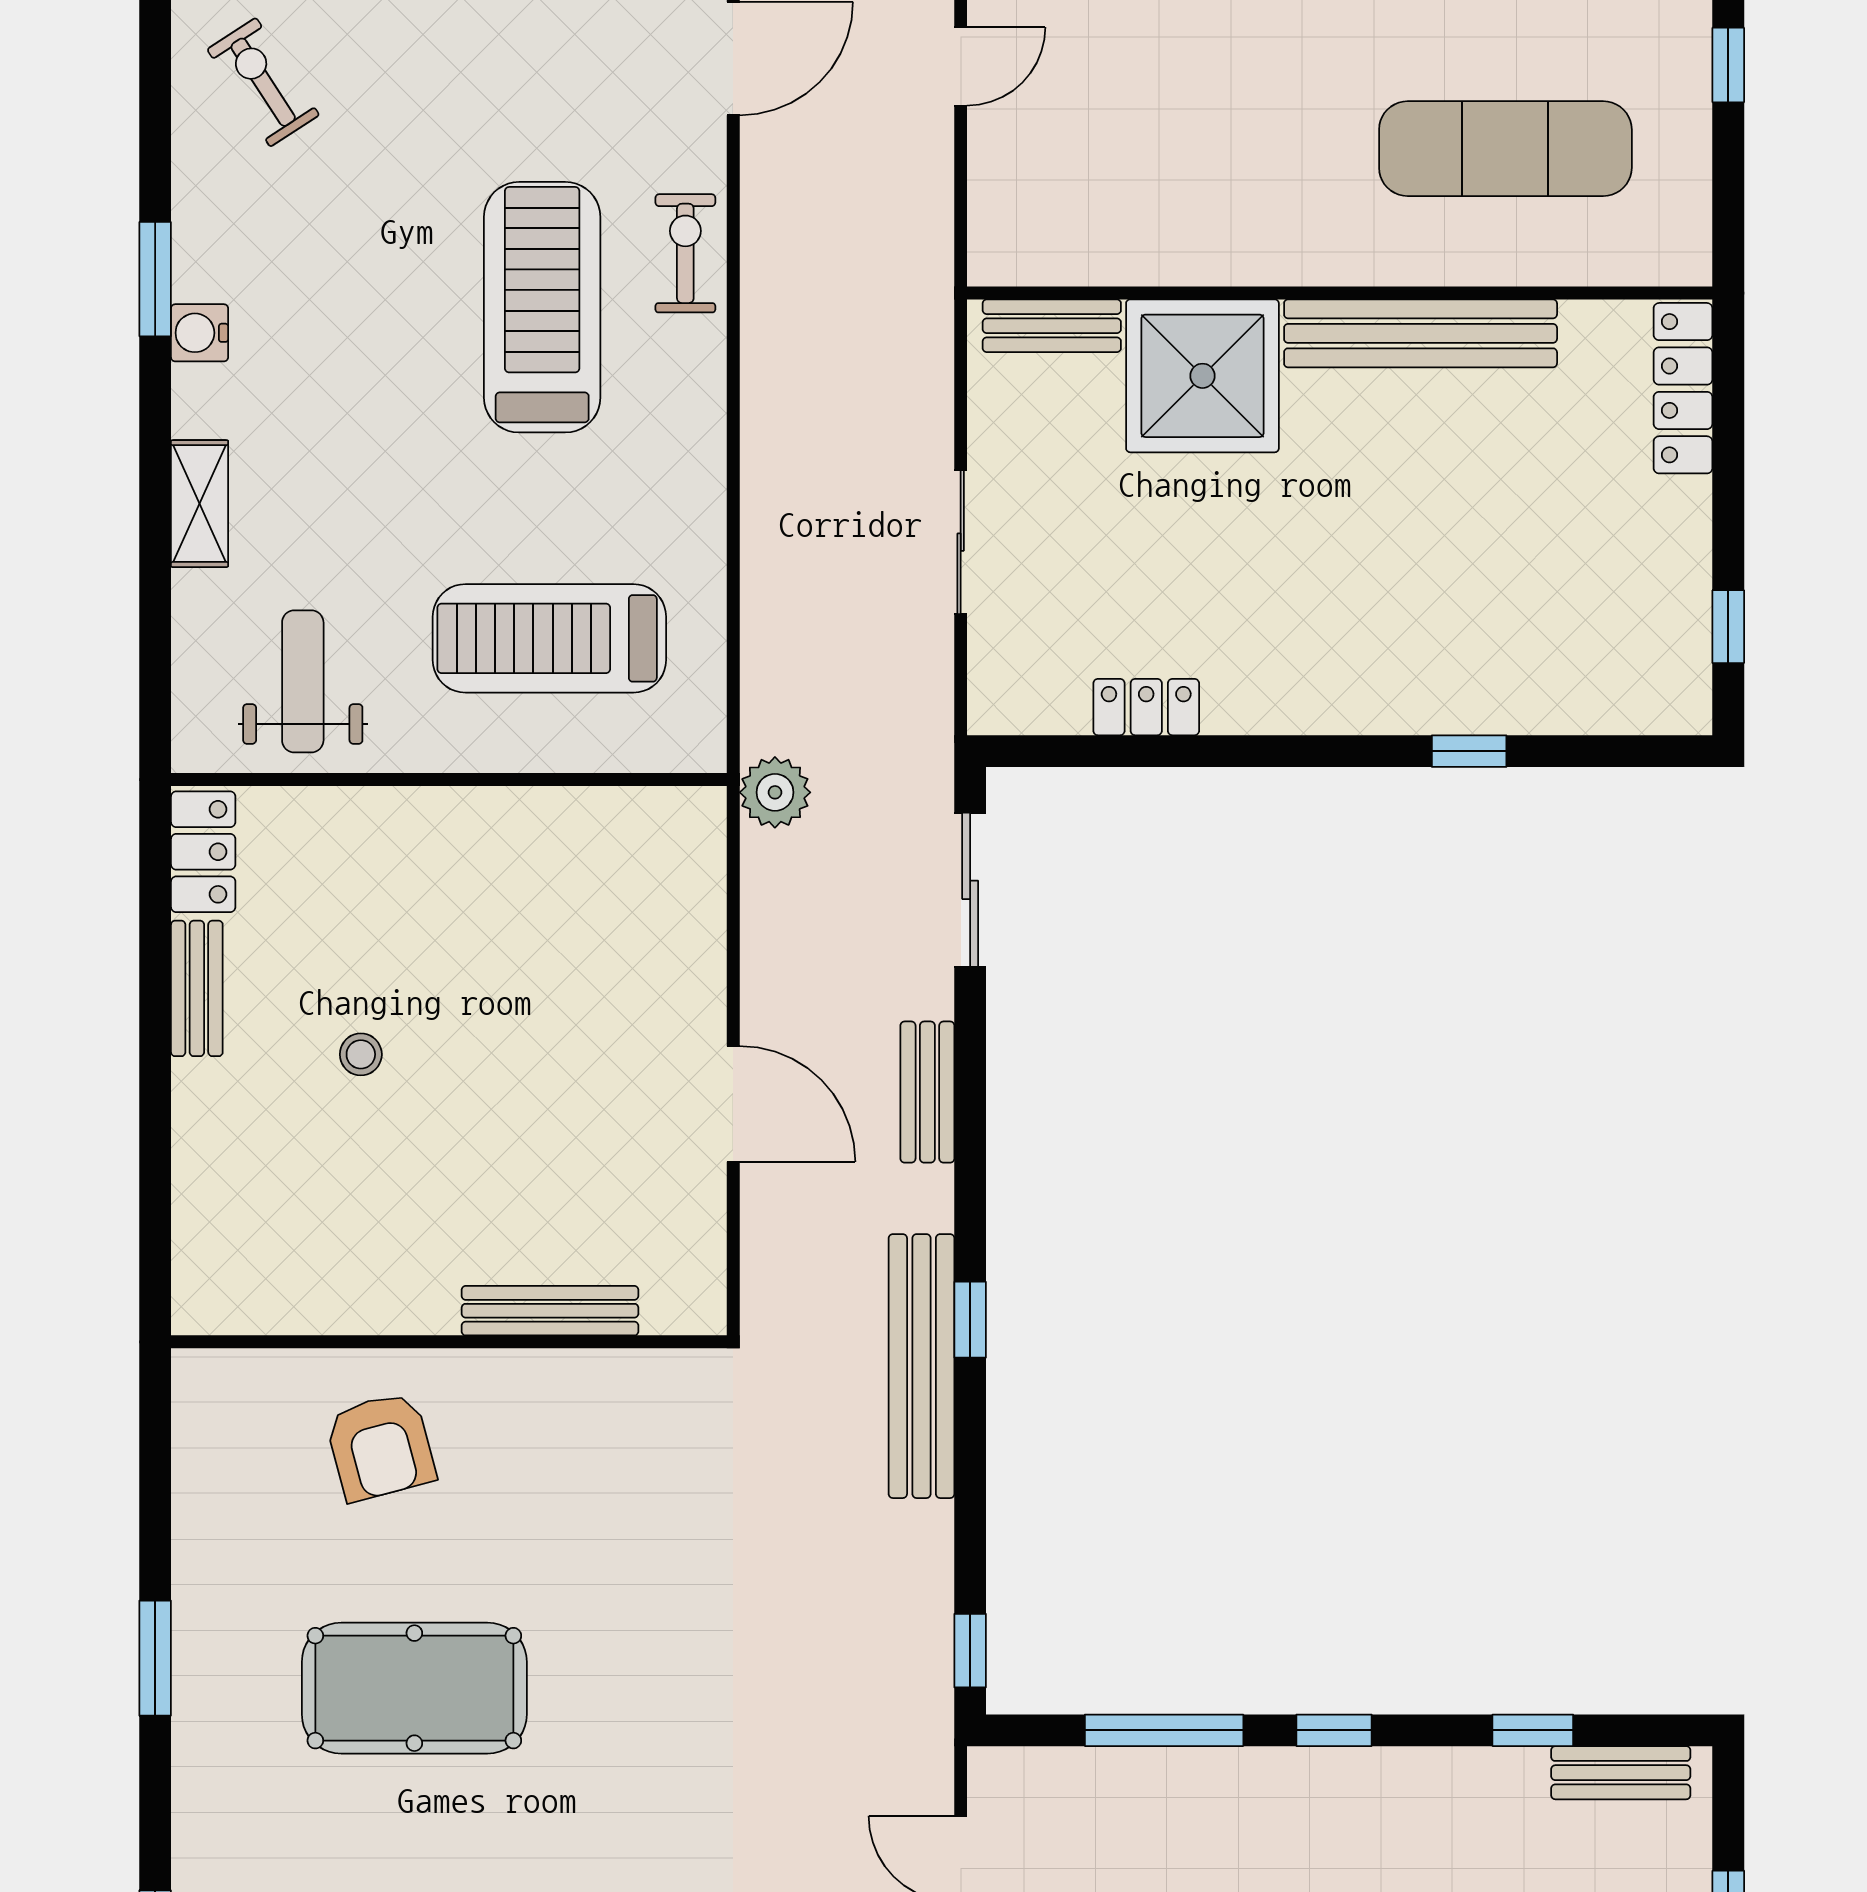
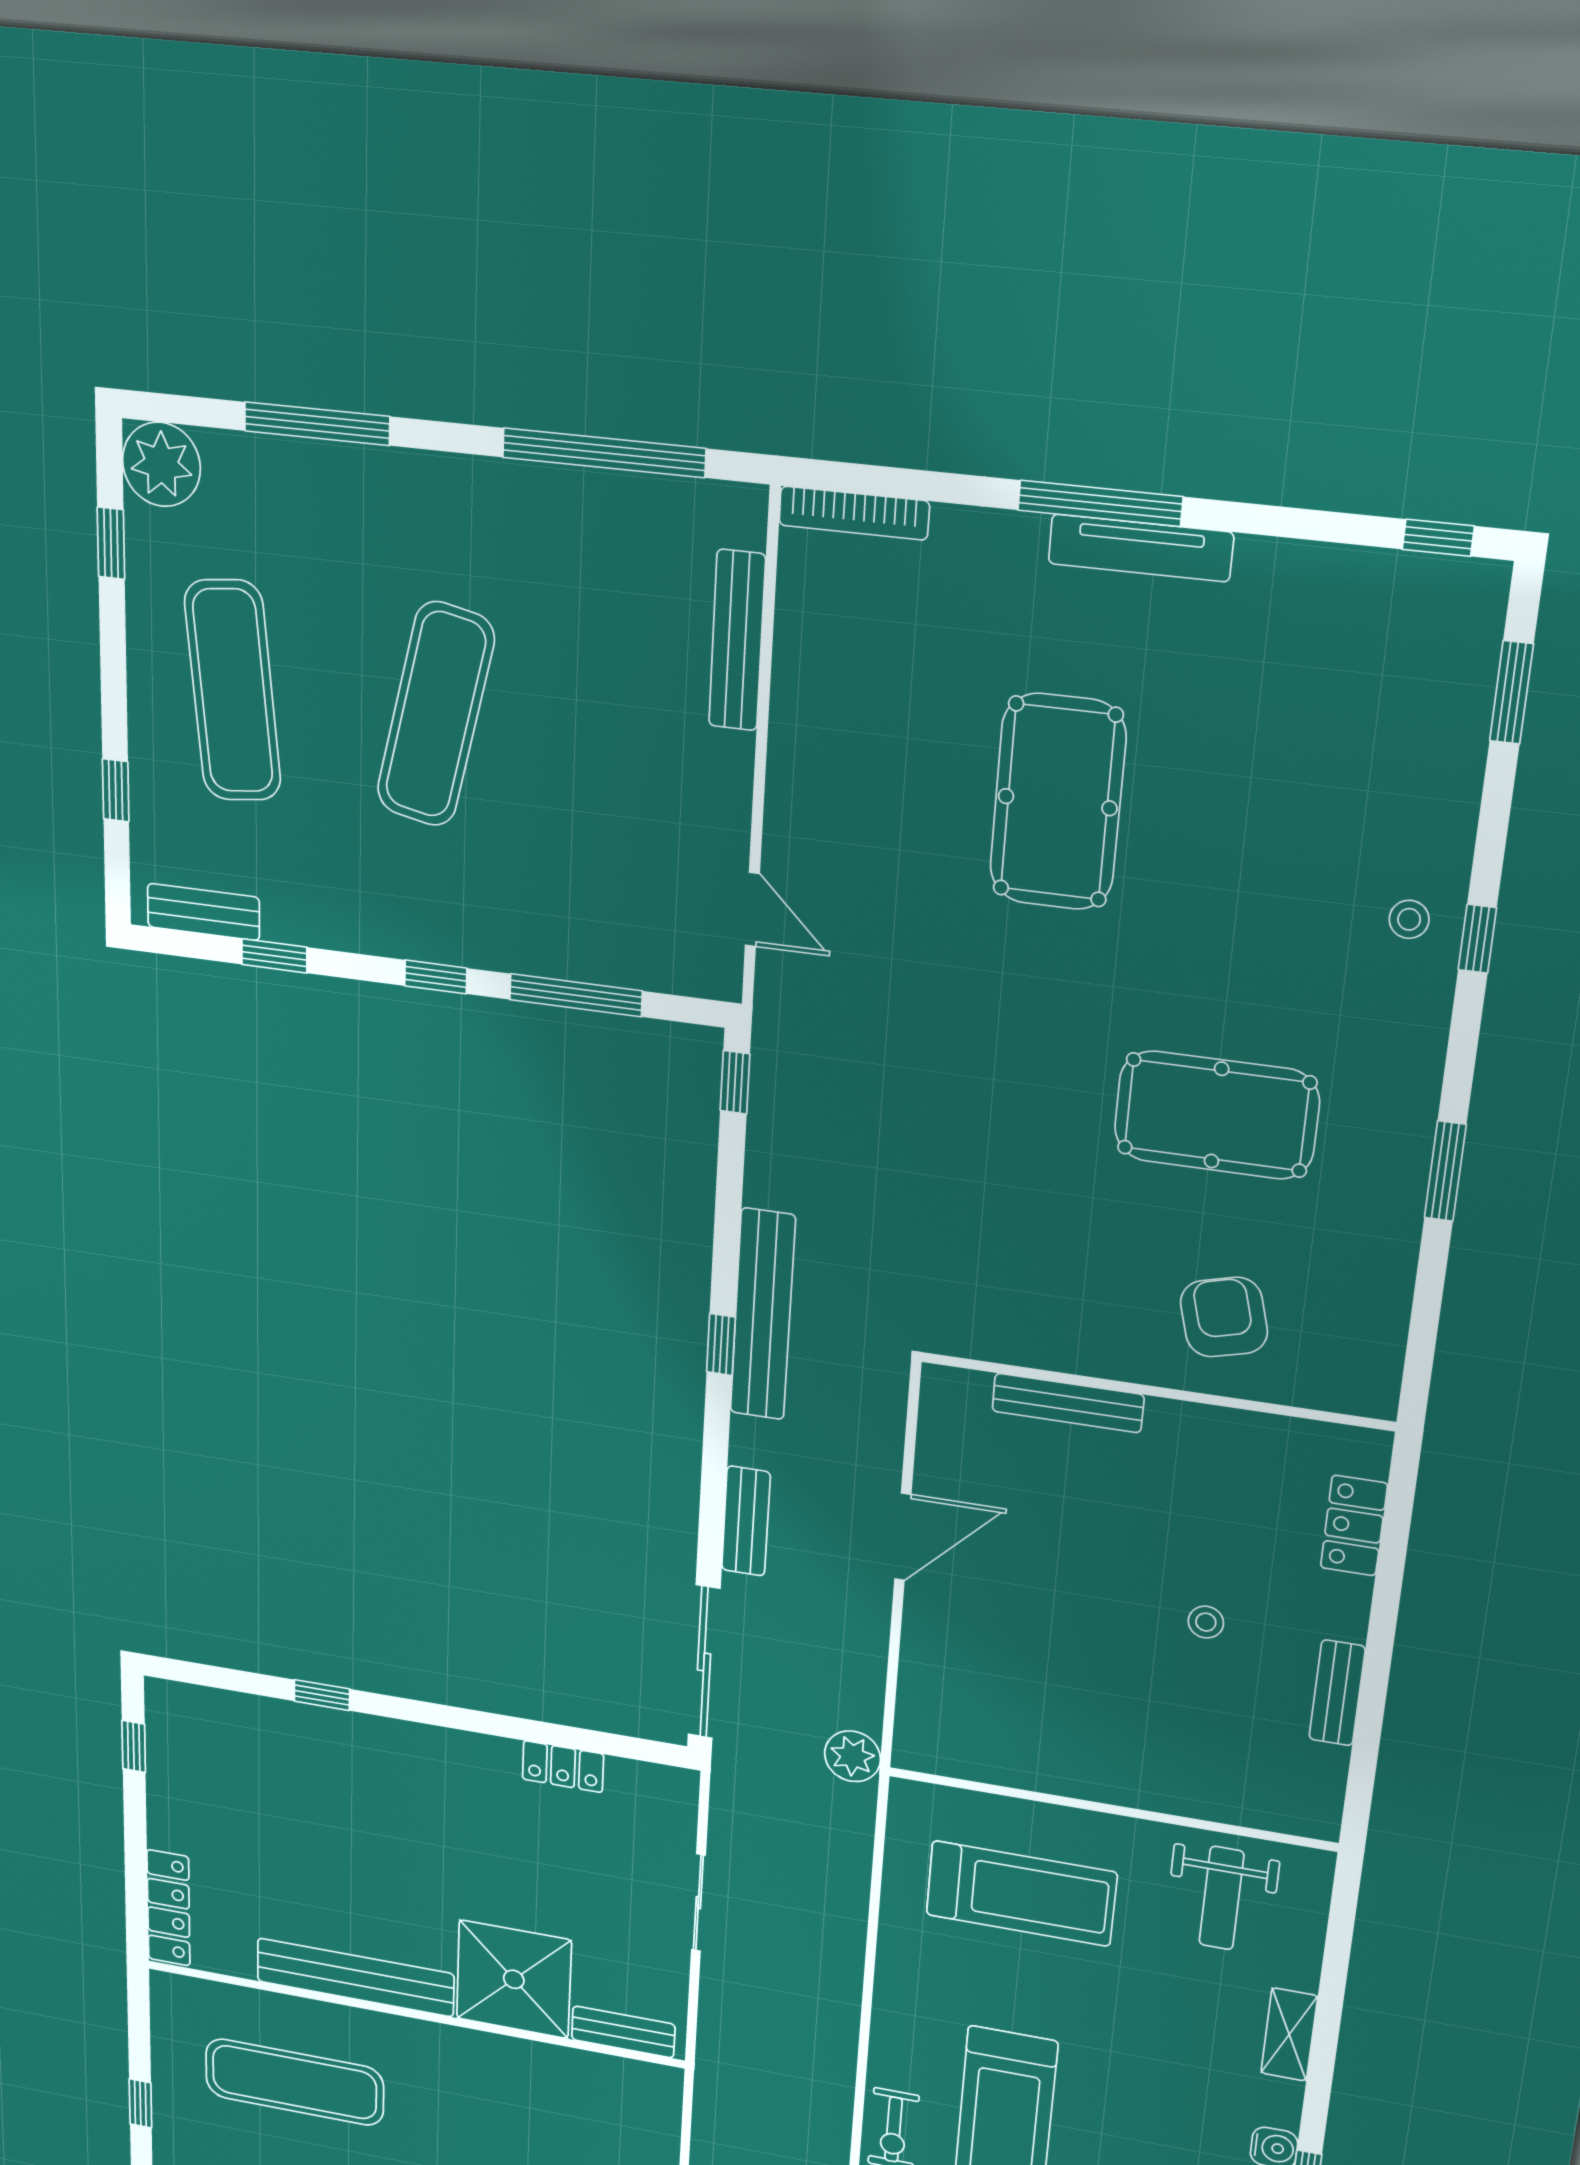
locker: (203, 852) -> (1354, 1526), moved
sliding door: (970, 890) -> (704, 1662), width x1.37
door: (733, 1104) -> (903, 1537), swing flipped

